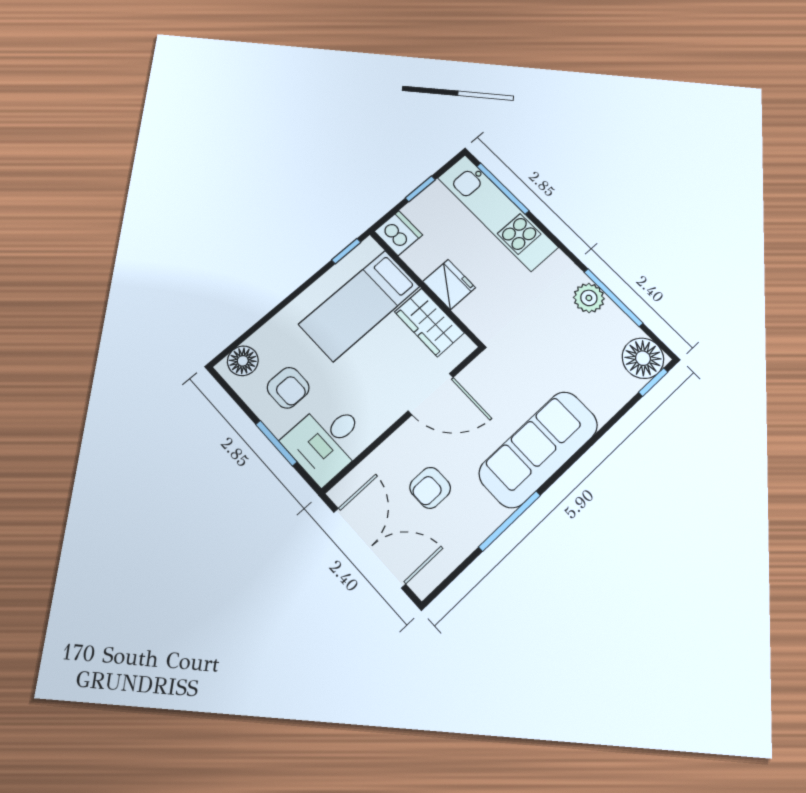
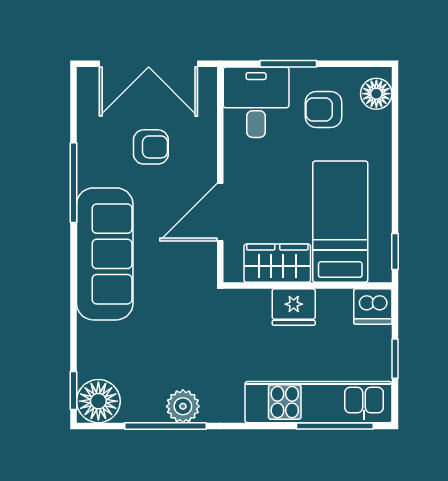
armchair: (430, 488) -> (151, 147), turned 90

